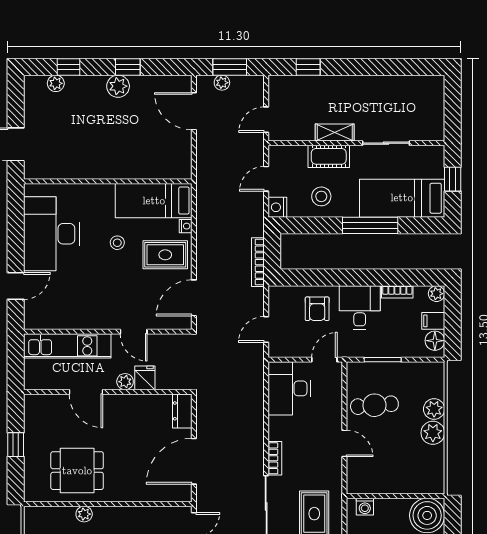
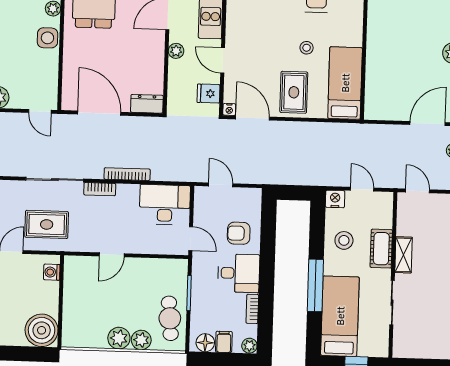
nightstand: (186, 226) -> (229, 109), moved
bookcase: (258, 262) -> (127, 174), moved
door: (134, 332) -> (223, 60), hinge flipped
fridge: (145, 378) -> (209, 93), moved, turned 180
cafe table: (374, 405) -> (170, 318), moved
side table: (115, 519) -> (47, 38), added

